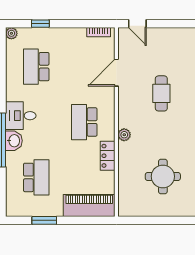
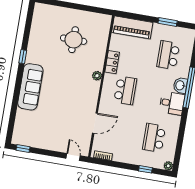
school desk: (36, 67) -> (154, 138), turned 180
cafe table: (161, 93) -> (64, 102), removed

